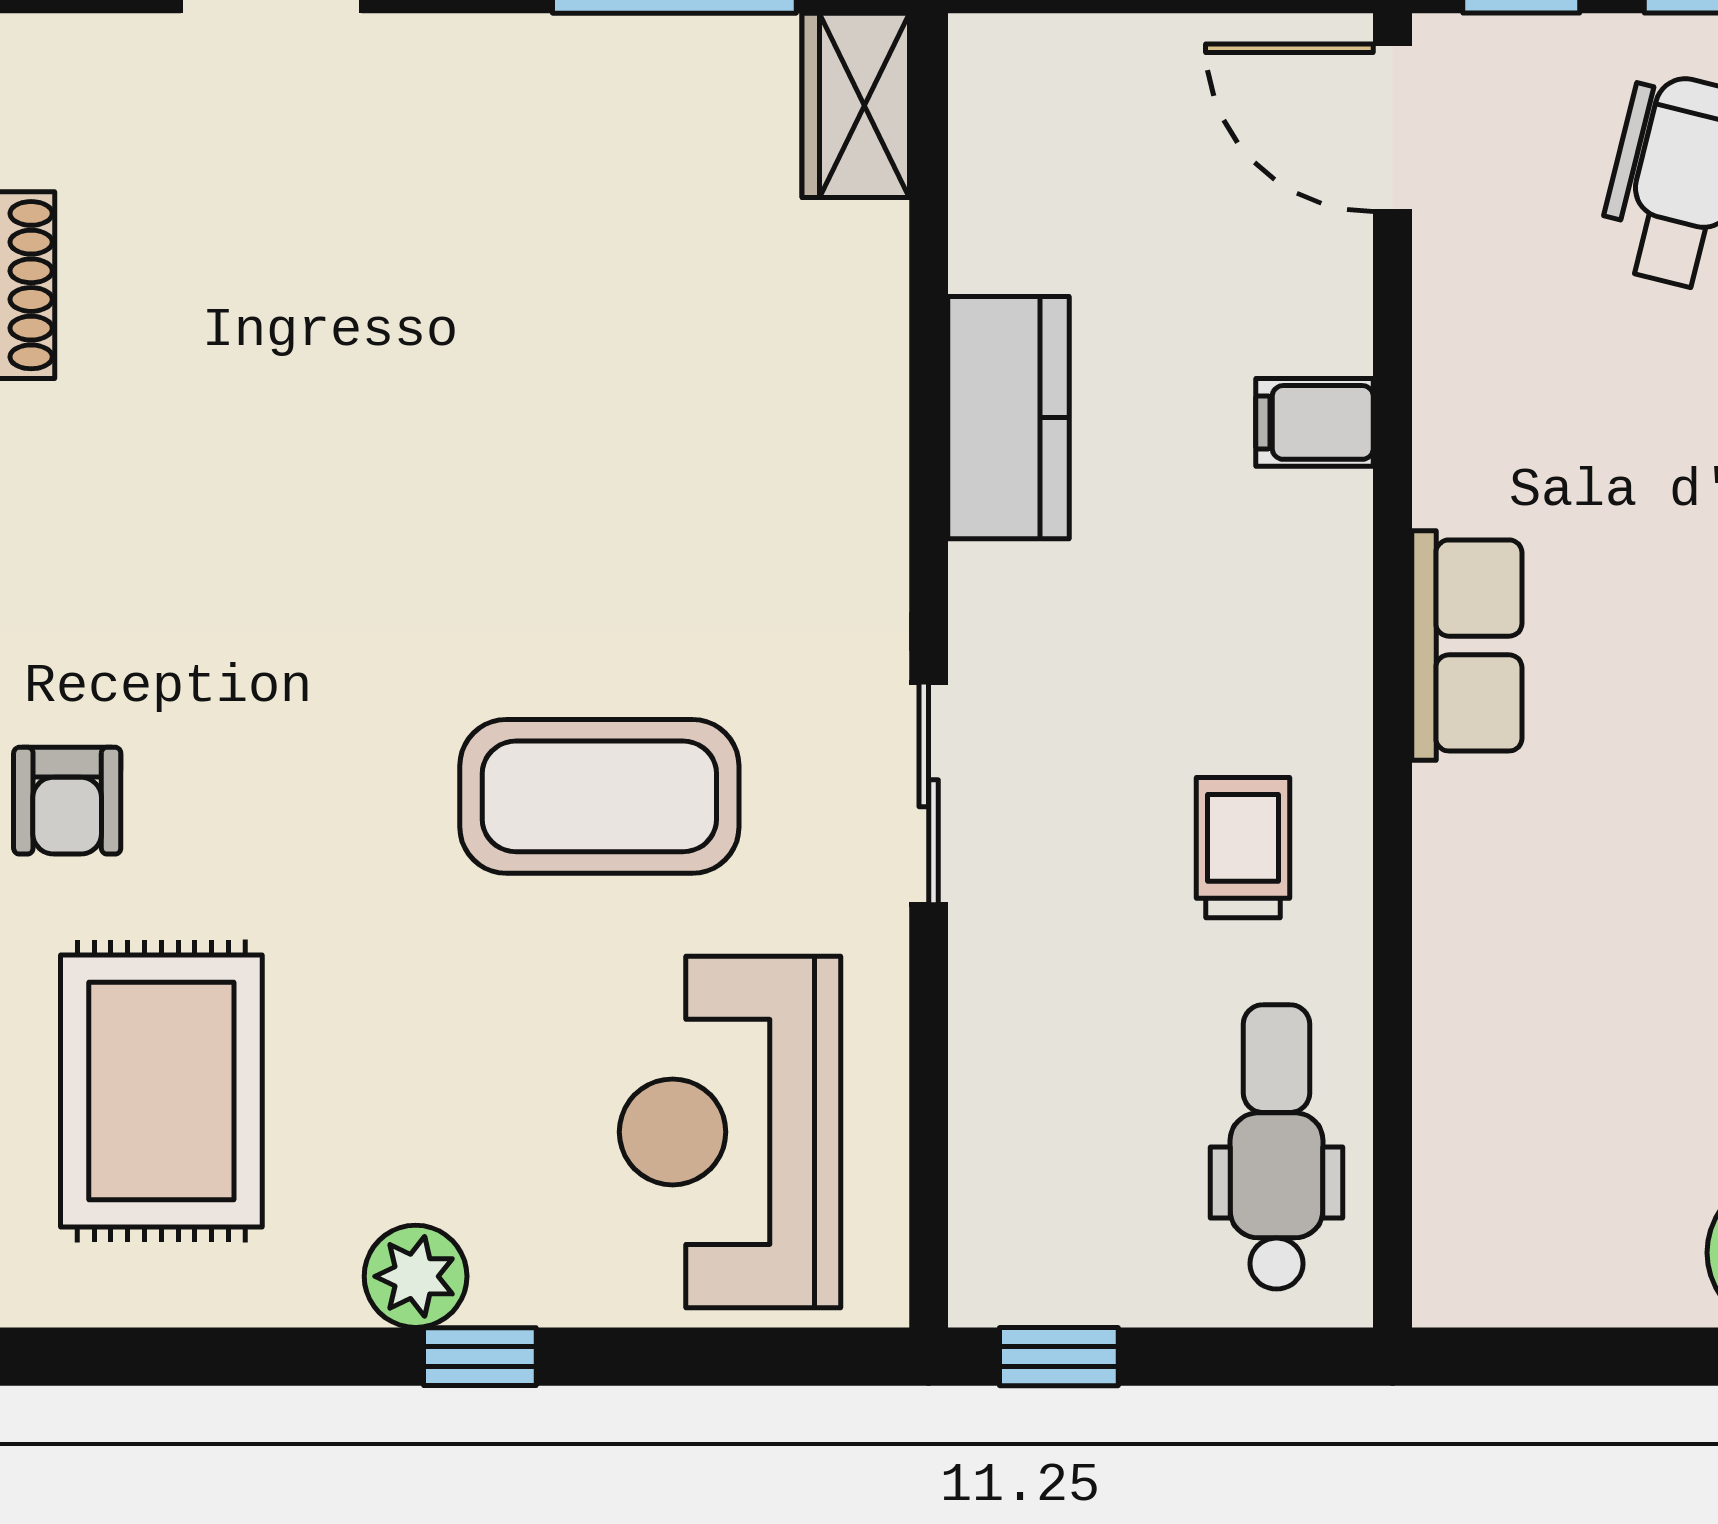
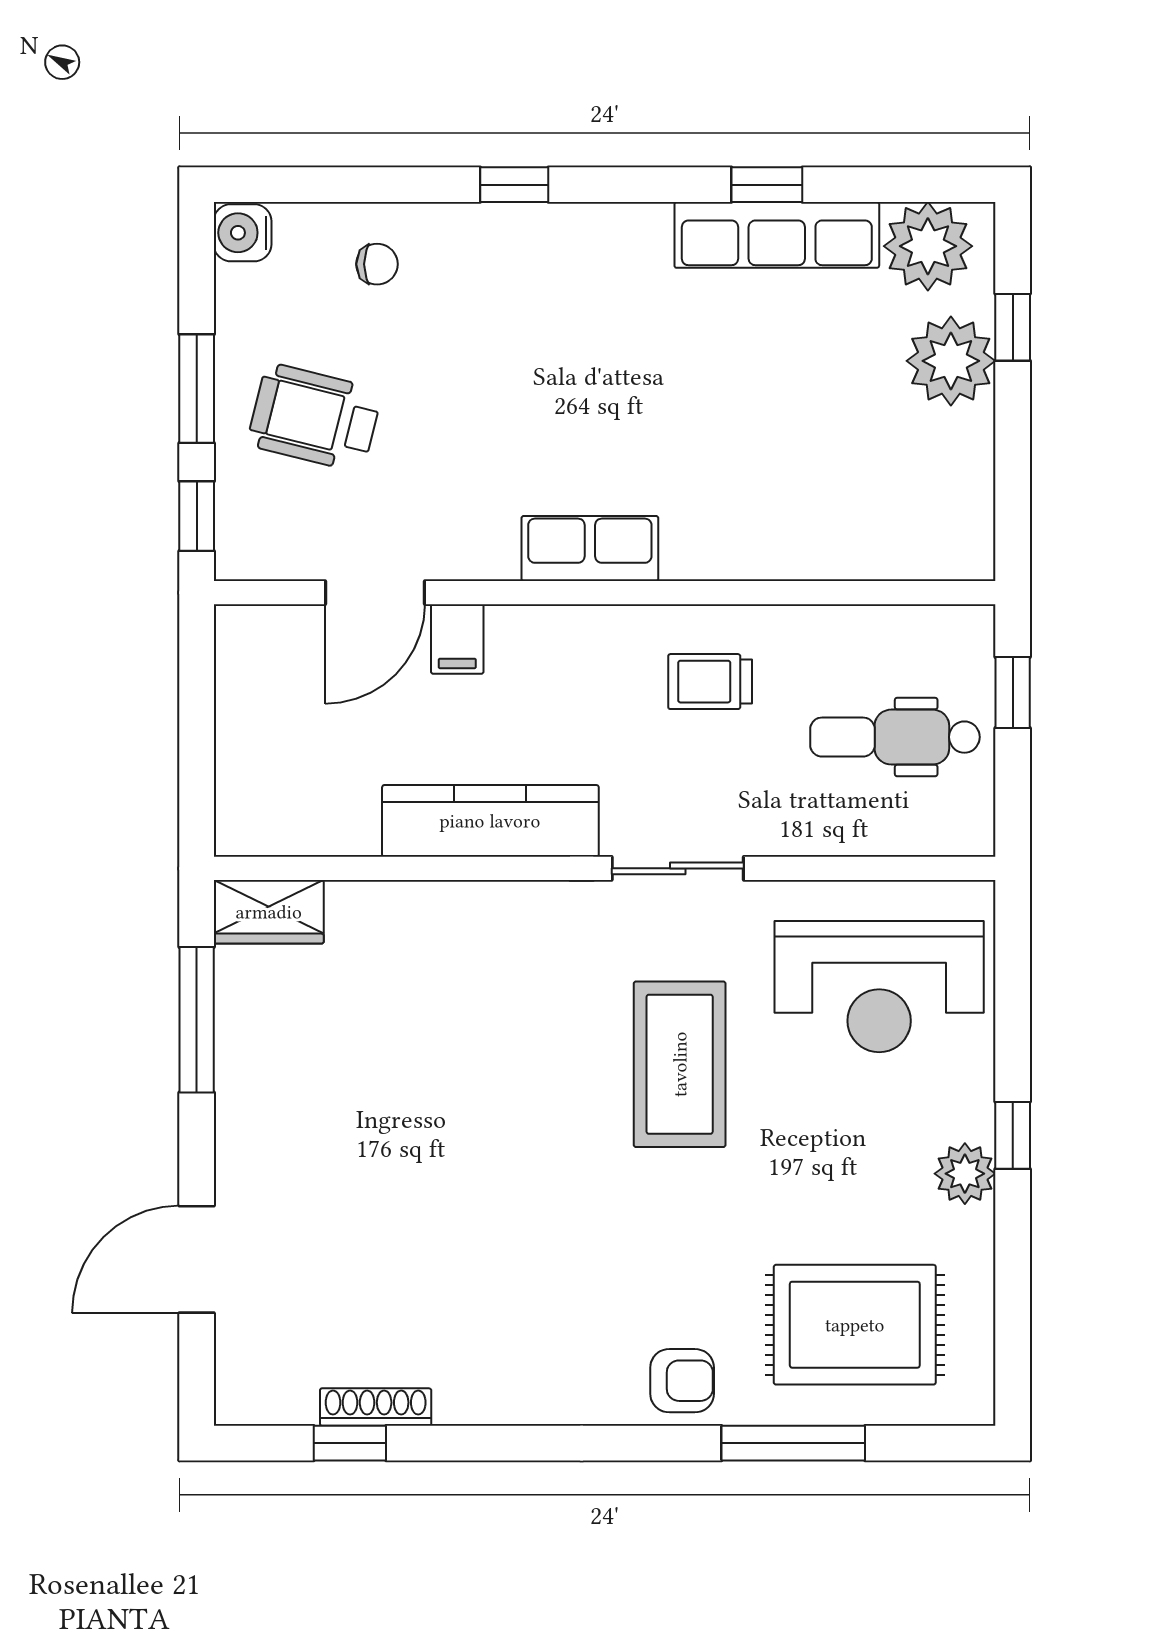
door: (1393, 128) -> (375, 593), moved
kitchen counter: (1009, 418) -> (490, 821), width x1.50
dental chair: (1276, 1147) -> (895, 737), moved
window: (1059, 1357) -> (1013, 693), moved

